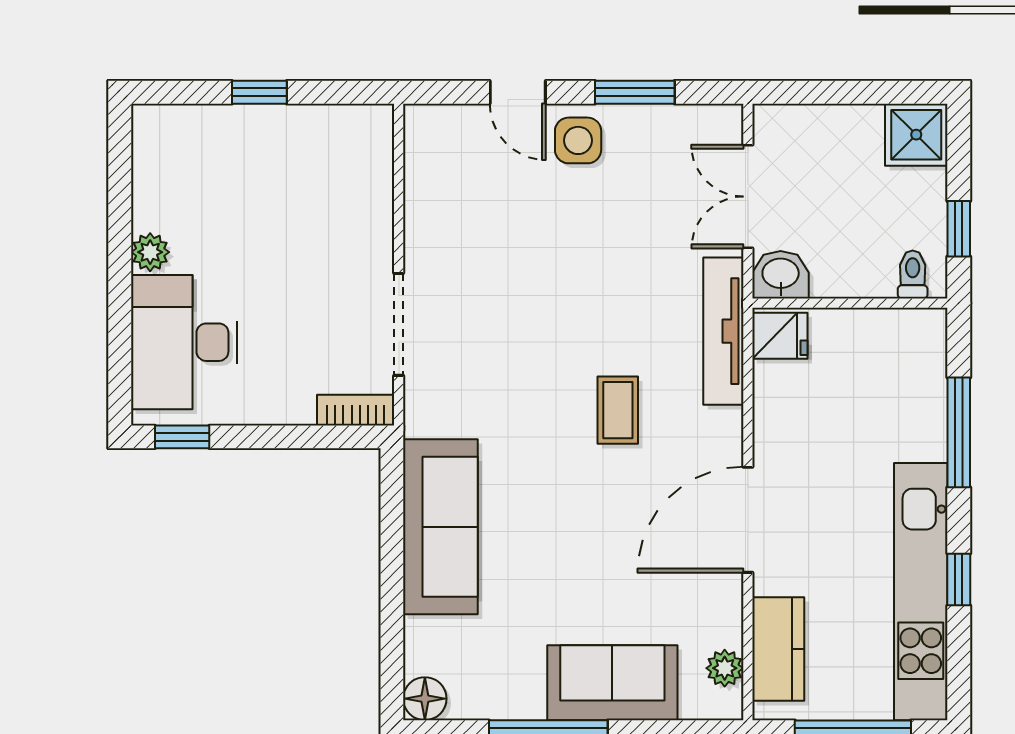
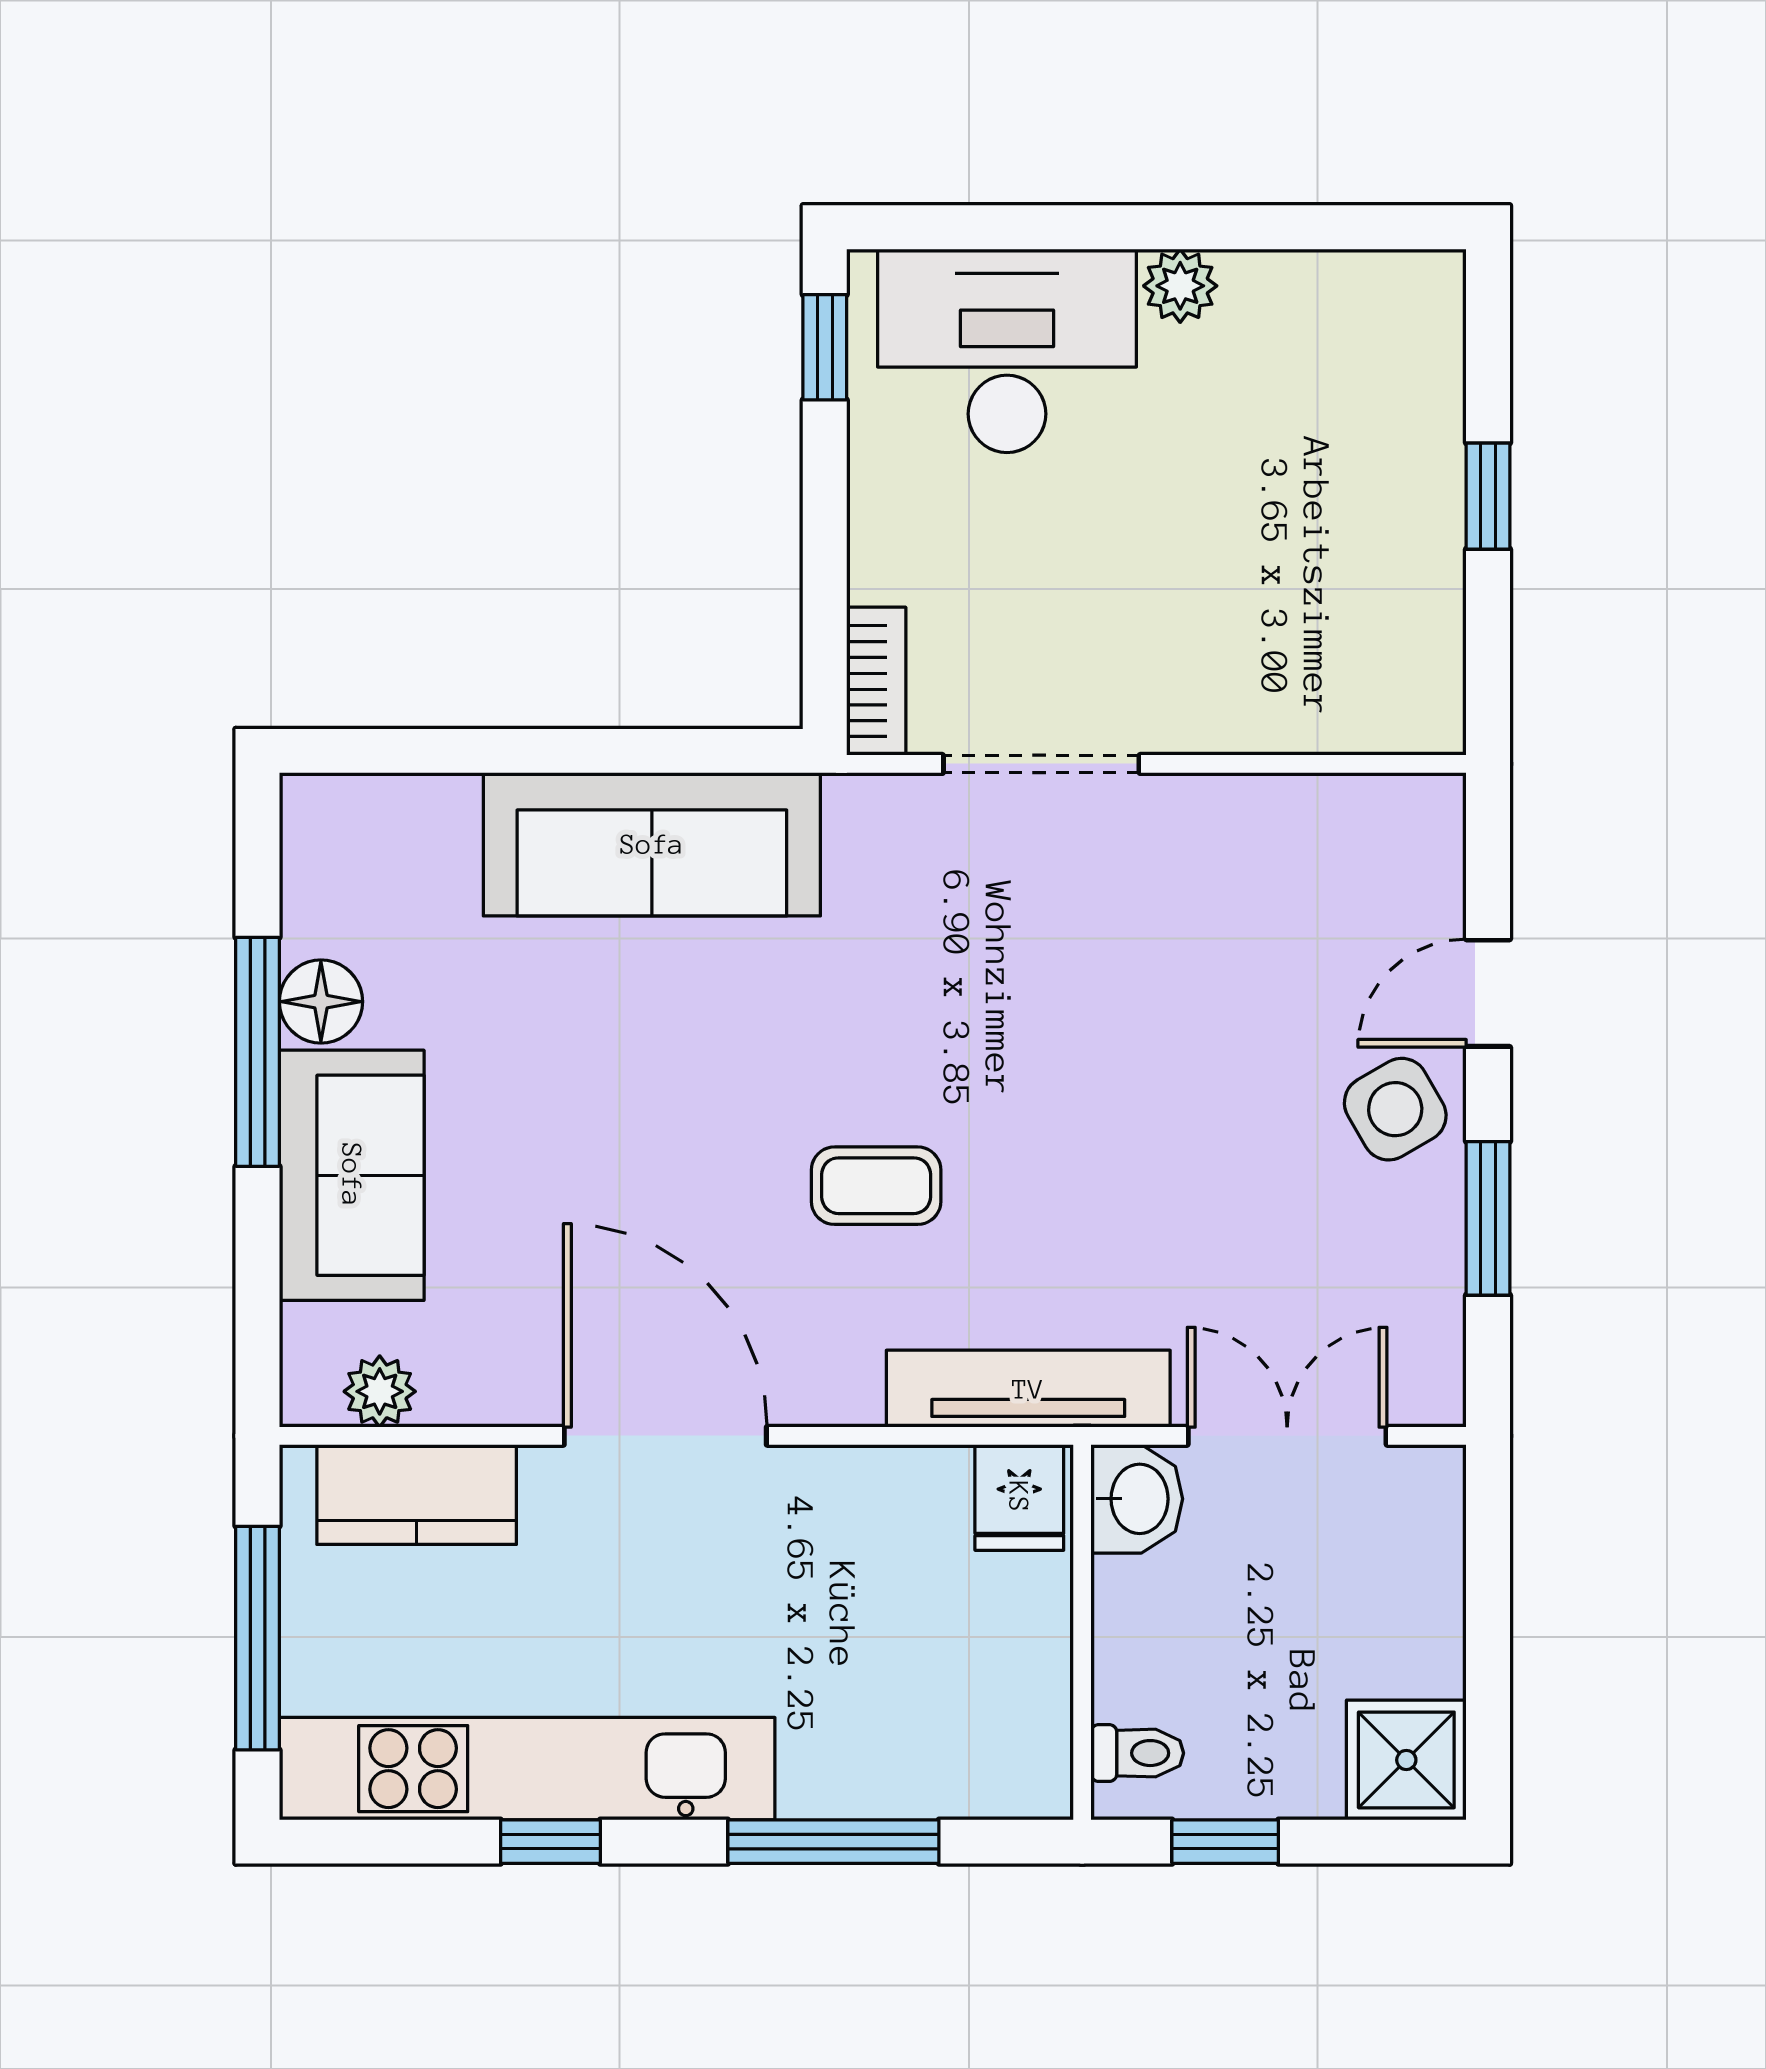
side table: (578, 140) -> (1395, 1109), turned -30
floor lamp: (425, 699) -> (321, 1002), moved

